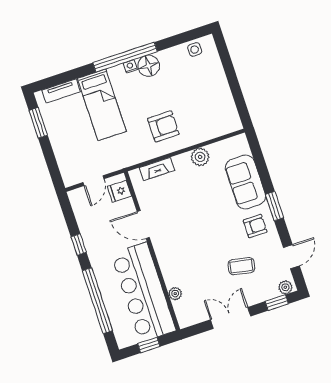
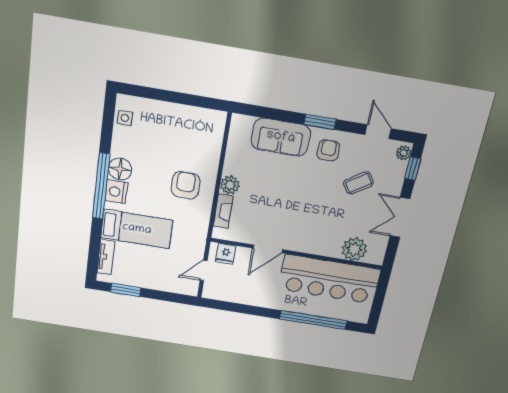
nightstand: (130, 66) -> (116, 192), width x1.89, depth x1.79
plant: (200, 157) -> (230, 185), moved
door: (94, 181) -> (204, 270), swing flipped
window: (79, 244) -> (254, 311), removed
coffee table: (241, 266) -> (358, 183), turned 45
plant: (175, 294) -> (354, 249), width x1.88, depth x1.88
window: (149, 345) -> (379, 298), removed

